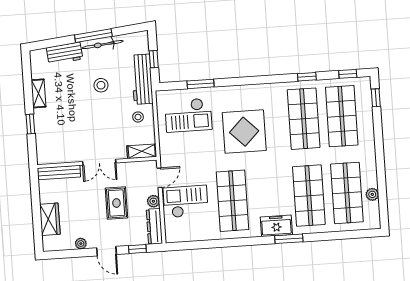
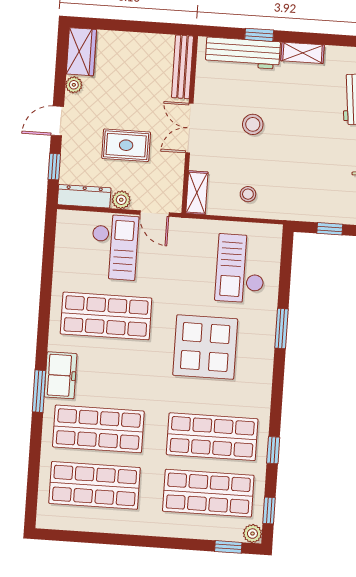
workbench: (142, 79) -> (243, 53), moved, turned 180
window: (201, 84) -> (281, 328), moved
stool: (101, 85) -> (253, 124), moved
plant: (372, 194) -> (252, 534), moved
wardrobe: (50, 219) -> (81, 52), moved, turned -90

